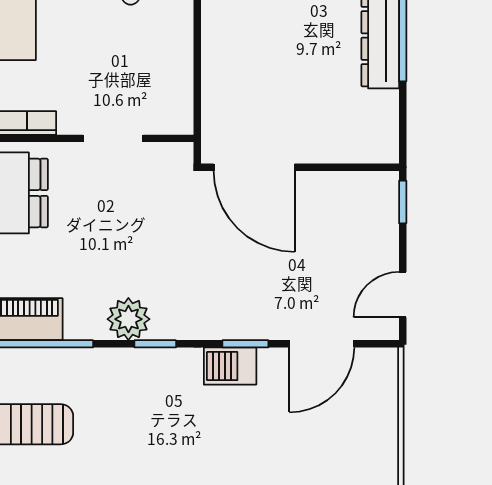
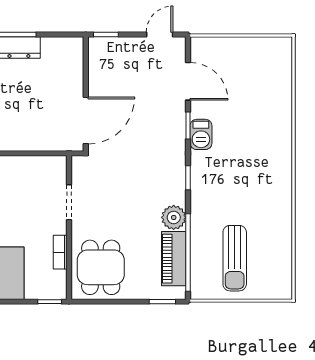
door: (403, 295) -> (160, 34), swing flipped
plant: (128, 319) -> (174, 217), moved

